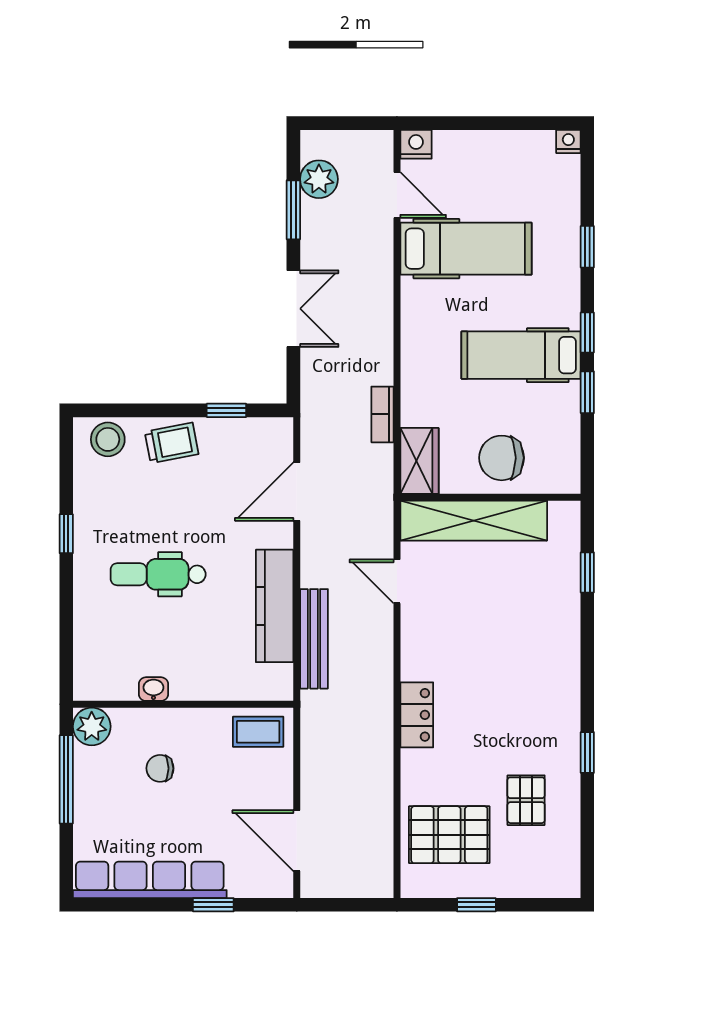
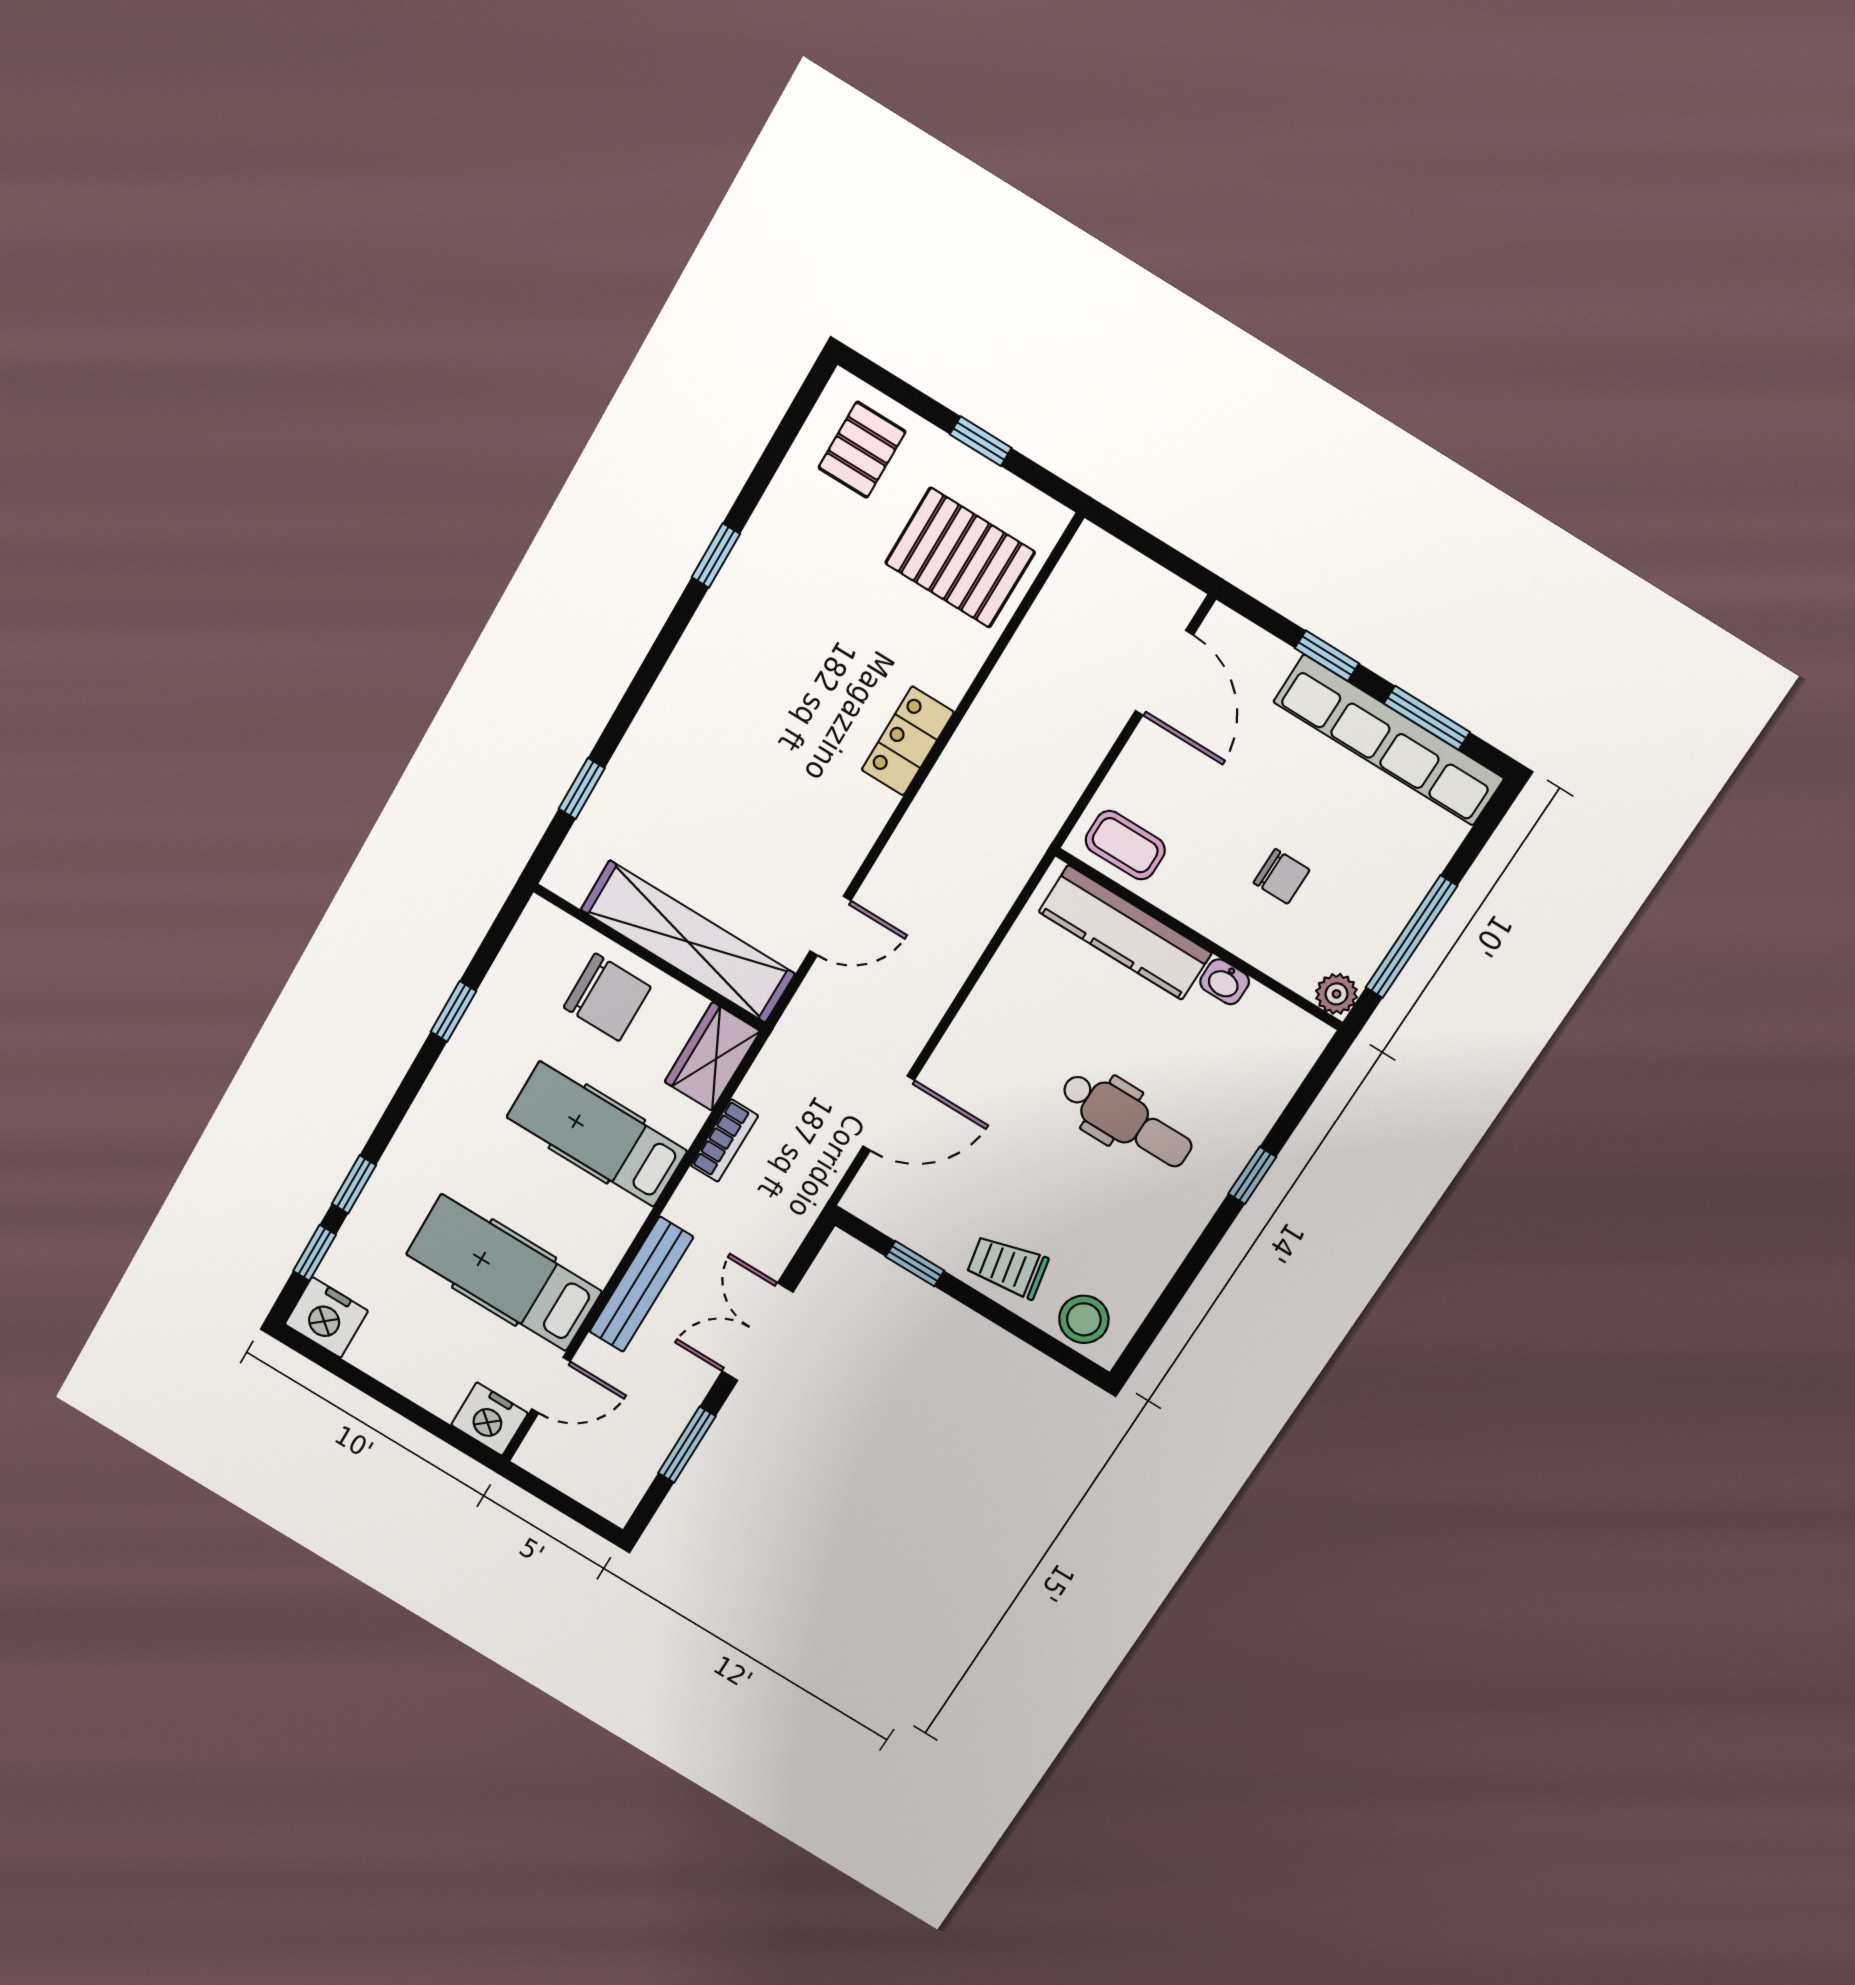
nightstand: (568, 141) -> (326, 1317), width x1.89, depth x1.79
nightstand: (416, 144) -> (490, 1419), width x1.36, depth x1.33
plant: (319, 179) -> (634, 1460), removed
door: (397, 195) -> (551, 1385), swing flipped
window: (587, 333) -> (315, 1253), moved
hospital bed: (521, 355) -> (597, 1134), moved, turned 180
window: (66, 534) -> (1252, 1175), moved
door: (397, 581) -> (830, 926), hinge flipped
kitchen counter: (275, 606) -> (1125, 932), moved, turned 90
bench: (314, 639) -> (641, 1284), moved
plant: (92, 726) -> (1337, 994), width x0.73, depth x0.73
pallet: (526, 800) -> (862, 450), moved
window: (137, 905) -> (1427, 718), added

